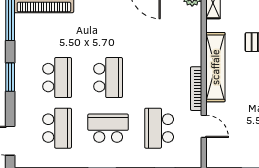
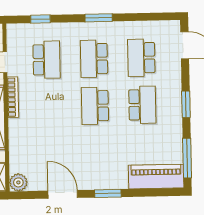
school desk: (57, 78) -> (142, 105), turned 180
school desk: (108, 128) -> (94, 59), turned 90

